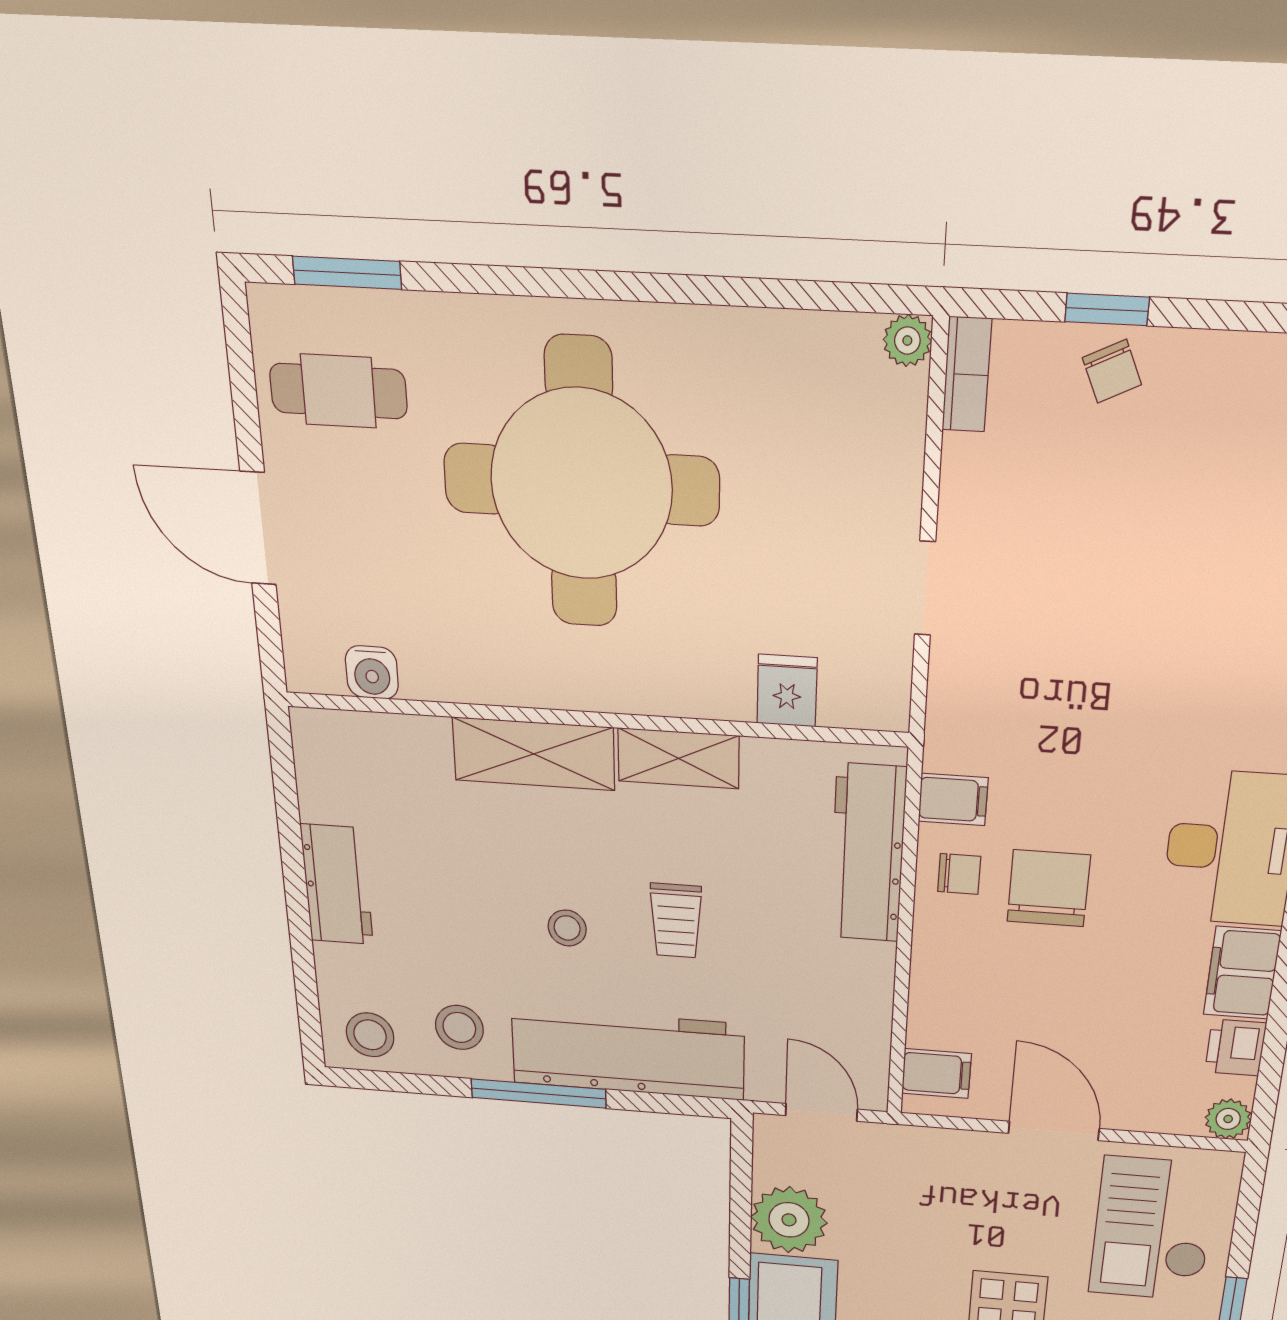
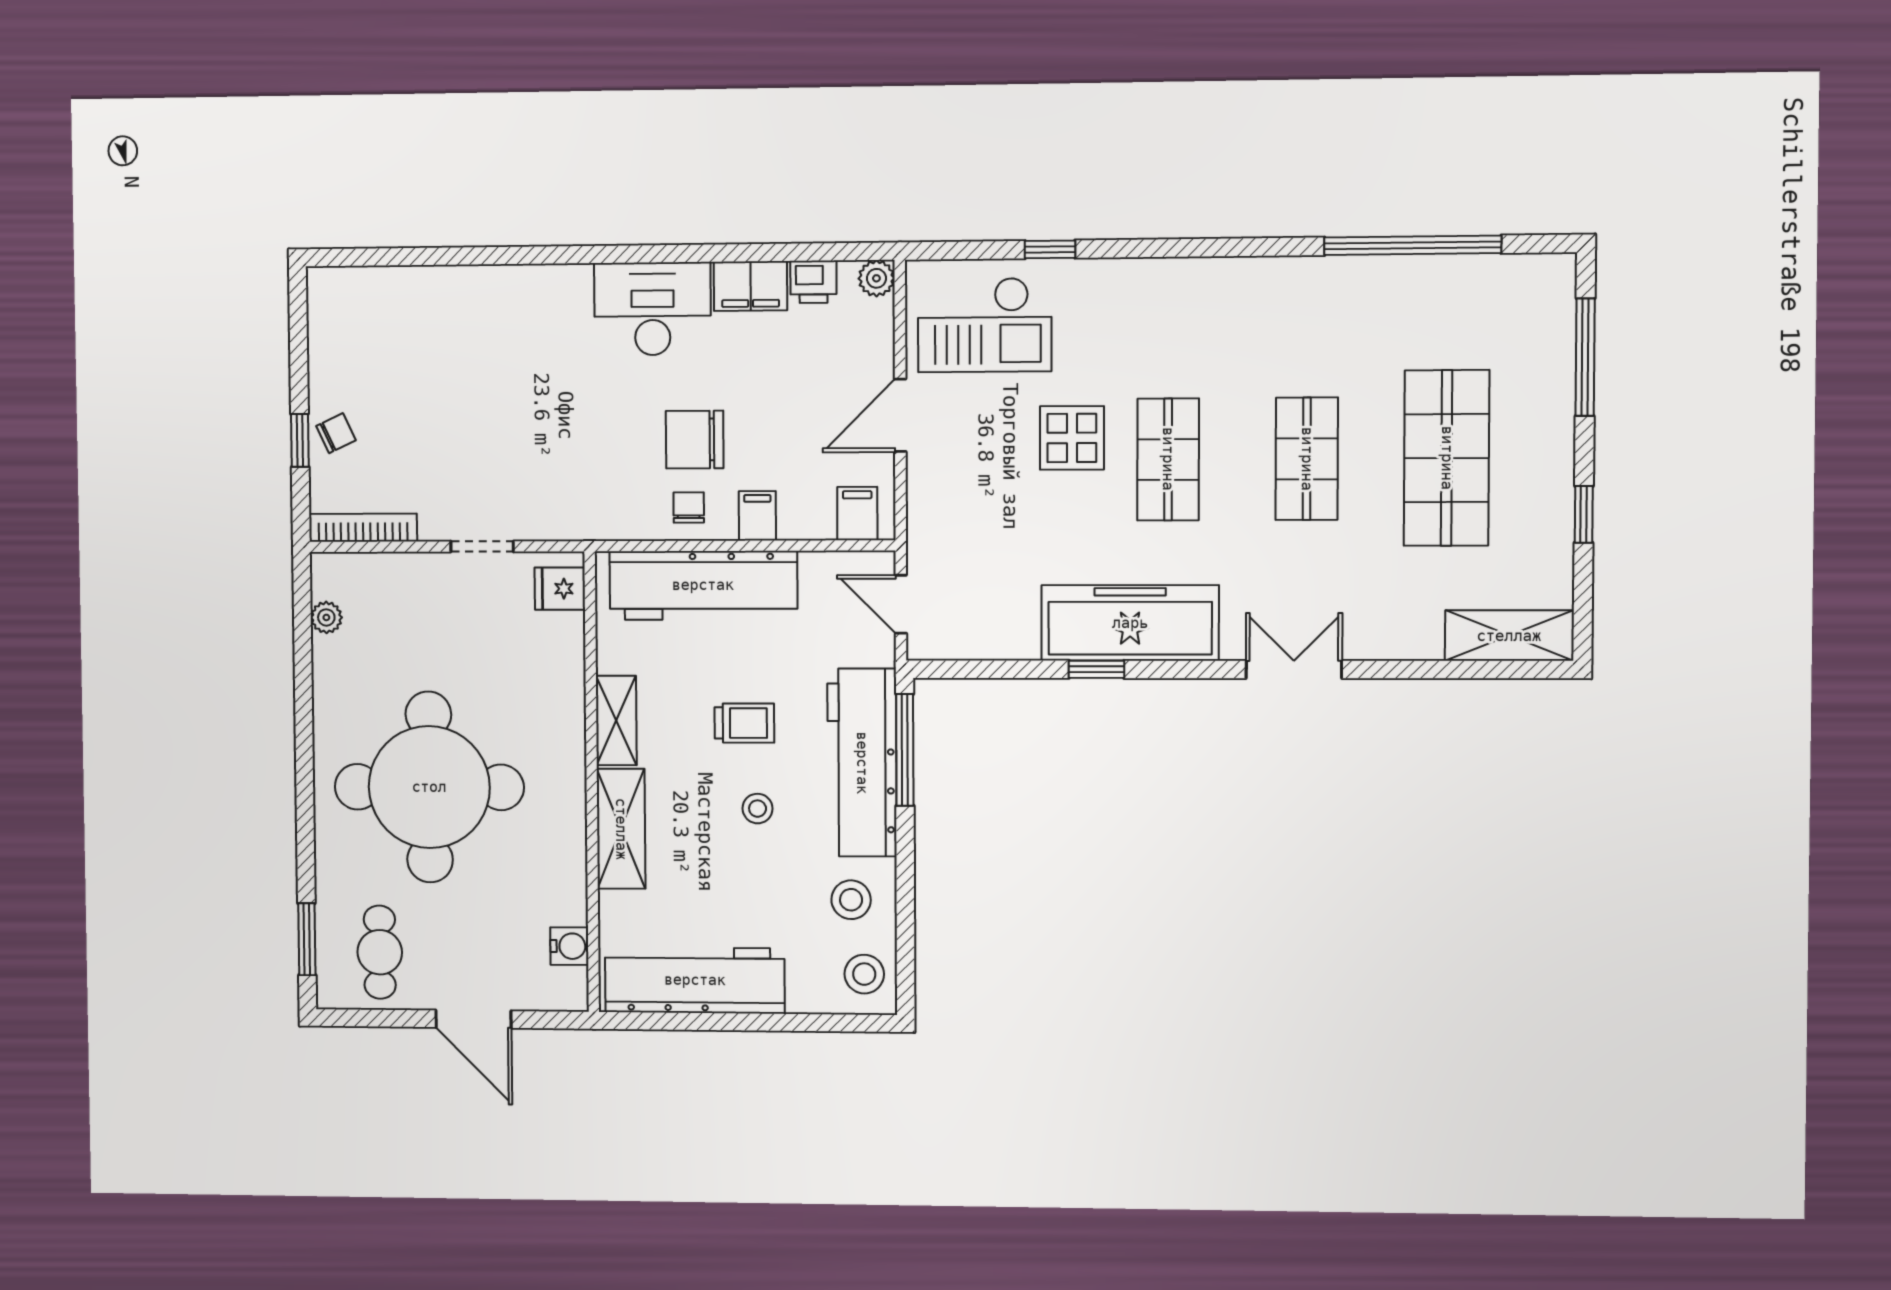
plant: (907, 340) -> (326, 617), moved
bookcase: (967, 375) -> (363, 528), width x1.56
door: (258, 528) -> (473, 1019), hinge flipped
fridge: (787, 691) -> (560, 589), moved
filing cabinet: (953, 800) -> (757, 516), moved
workbench: (868, 854) -> (703, 585), width x1.36, depth x1.32
workbench: (337, 885) -> (695, 980), width x1.88, depth x1.32
window: (539, 1093) -> (905, 750), moved
door: (821, 1112) -> (901, 604), hinge flipped
plant: (789, 1220) -> (1006, 628), removed

